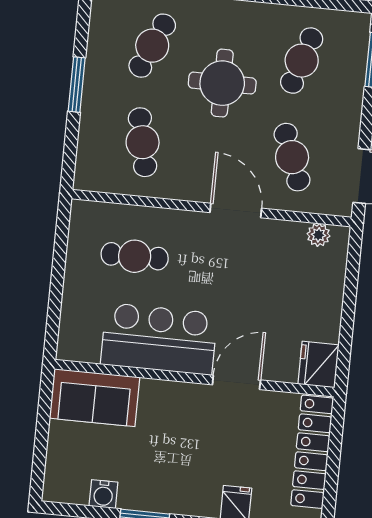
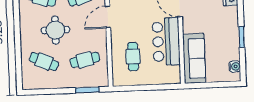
window: (77, 85) -> (87, 90), moved
sofa: (95, 398) -> (194, 58), width x1.36
water cooler: (103, 494) -> (235, 66), moved

